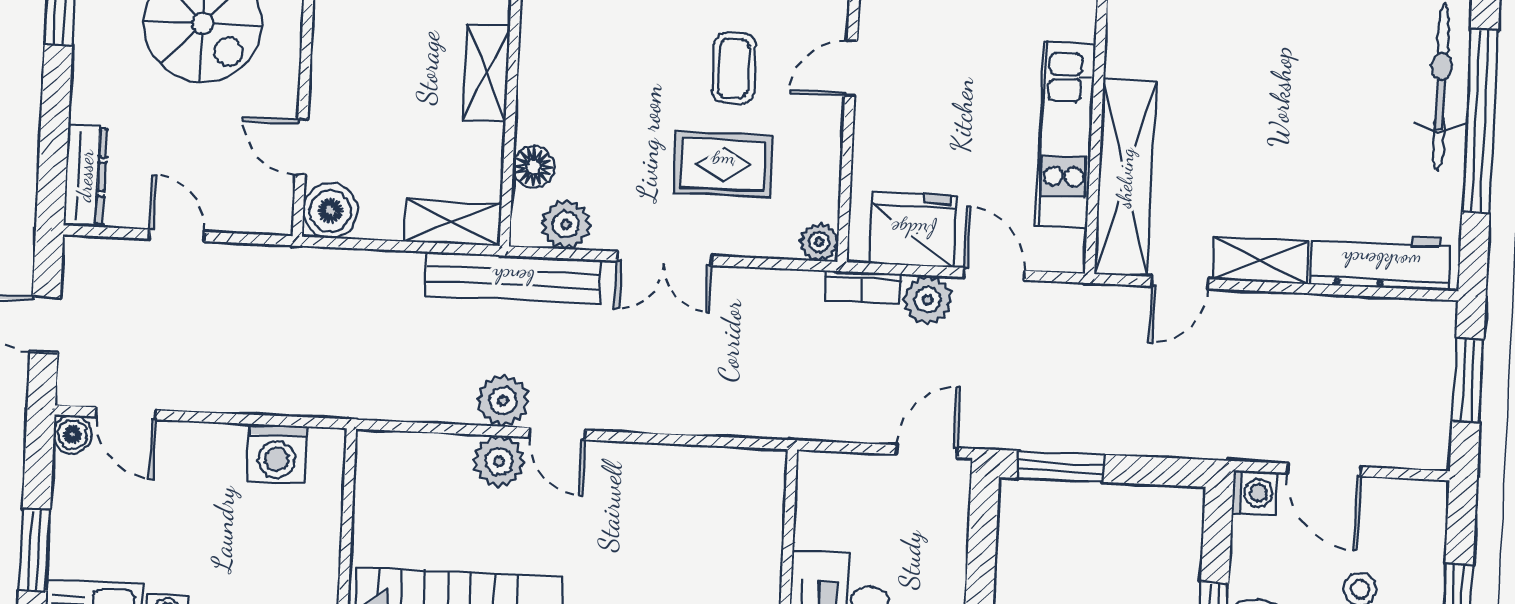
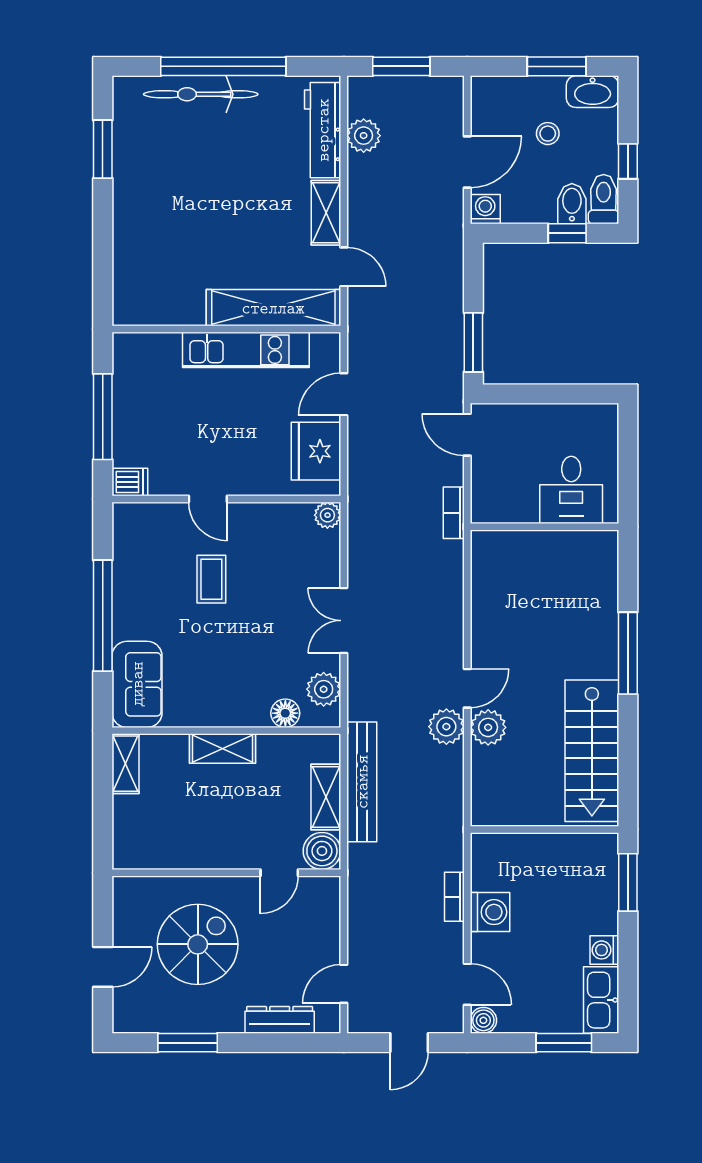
coffee table: (734, 68) -> (211, 579), turned 90
rug: (723, 164) -> (277, 583), removed
dresser: (85, 176) -> (280, 1020), moved
shelving: (453, 222) -> (326, 797), moved
door: (177, 235) -> (344, 984), moved
double door: (664, 258) -> (344, 621), swing flipped
bench: (513, 277) -> (362, 782), moved
bookcase: (862, 287) -> (454, 513), moved, turned 180
plant: (928, 300) -> (364, 136), moved
bookcase: (255, 401) -> (454, 897), added
door: (126, 413) -> (467, 984), hinge flipped
washing machine: (277, 454) -> (490, 912), moved

